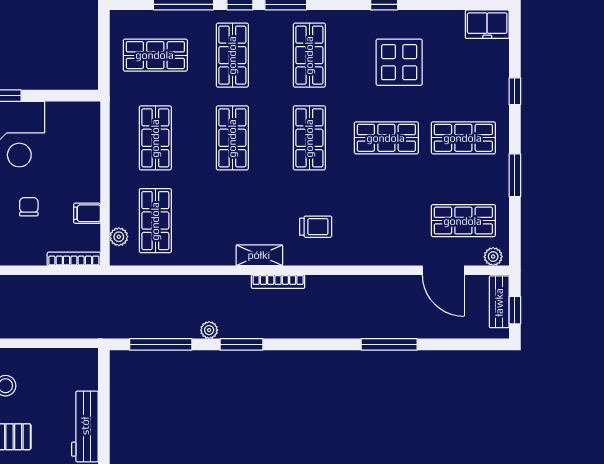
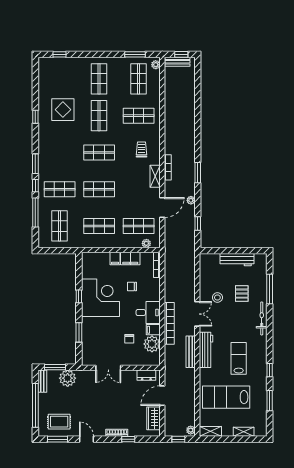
freezer: (487, 24) -> (45, 67), removed
shop shelf: (309, 55) -> (139, 116), moved
window: (515, 91) -> (60, 54), moved
filing cabinet: (87, 171) -> (115, 259), added
window: (515, 175) -> (135, 54), moved
filing cabinet: (87, 213) -> (130, 259), width x2.00
door: (443, 270) -> (162, 207), moved
window: (161, 344) -> (198, 223), width x0.46
window: (241, 344) -> (198, 173), moved
window: (389, 344) -> (198, 114), removed

